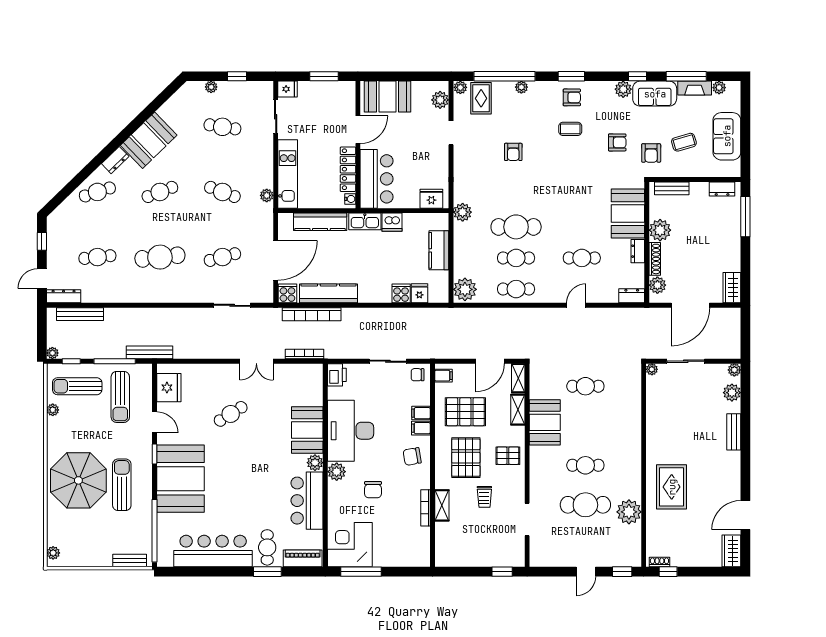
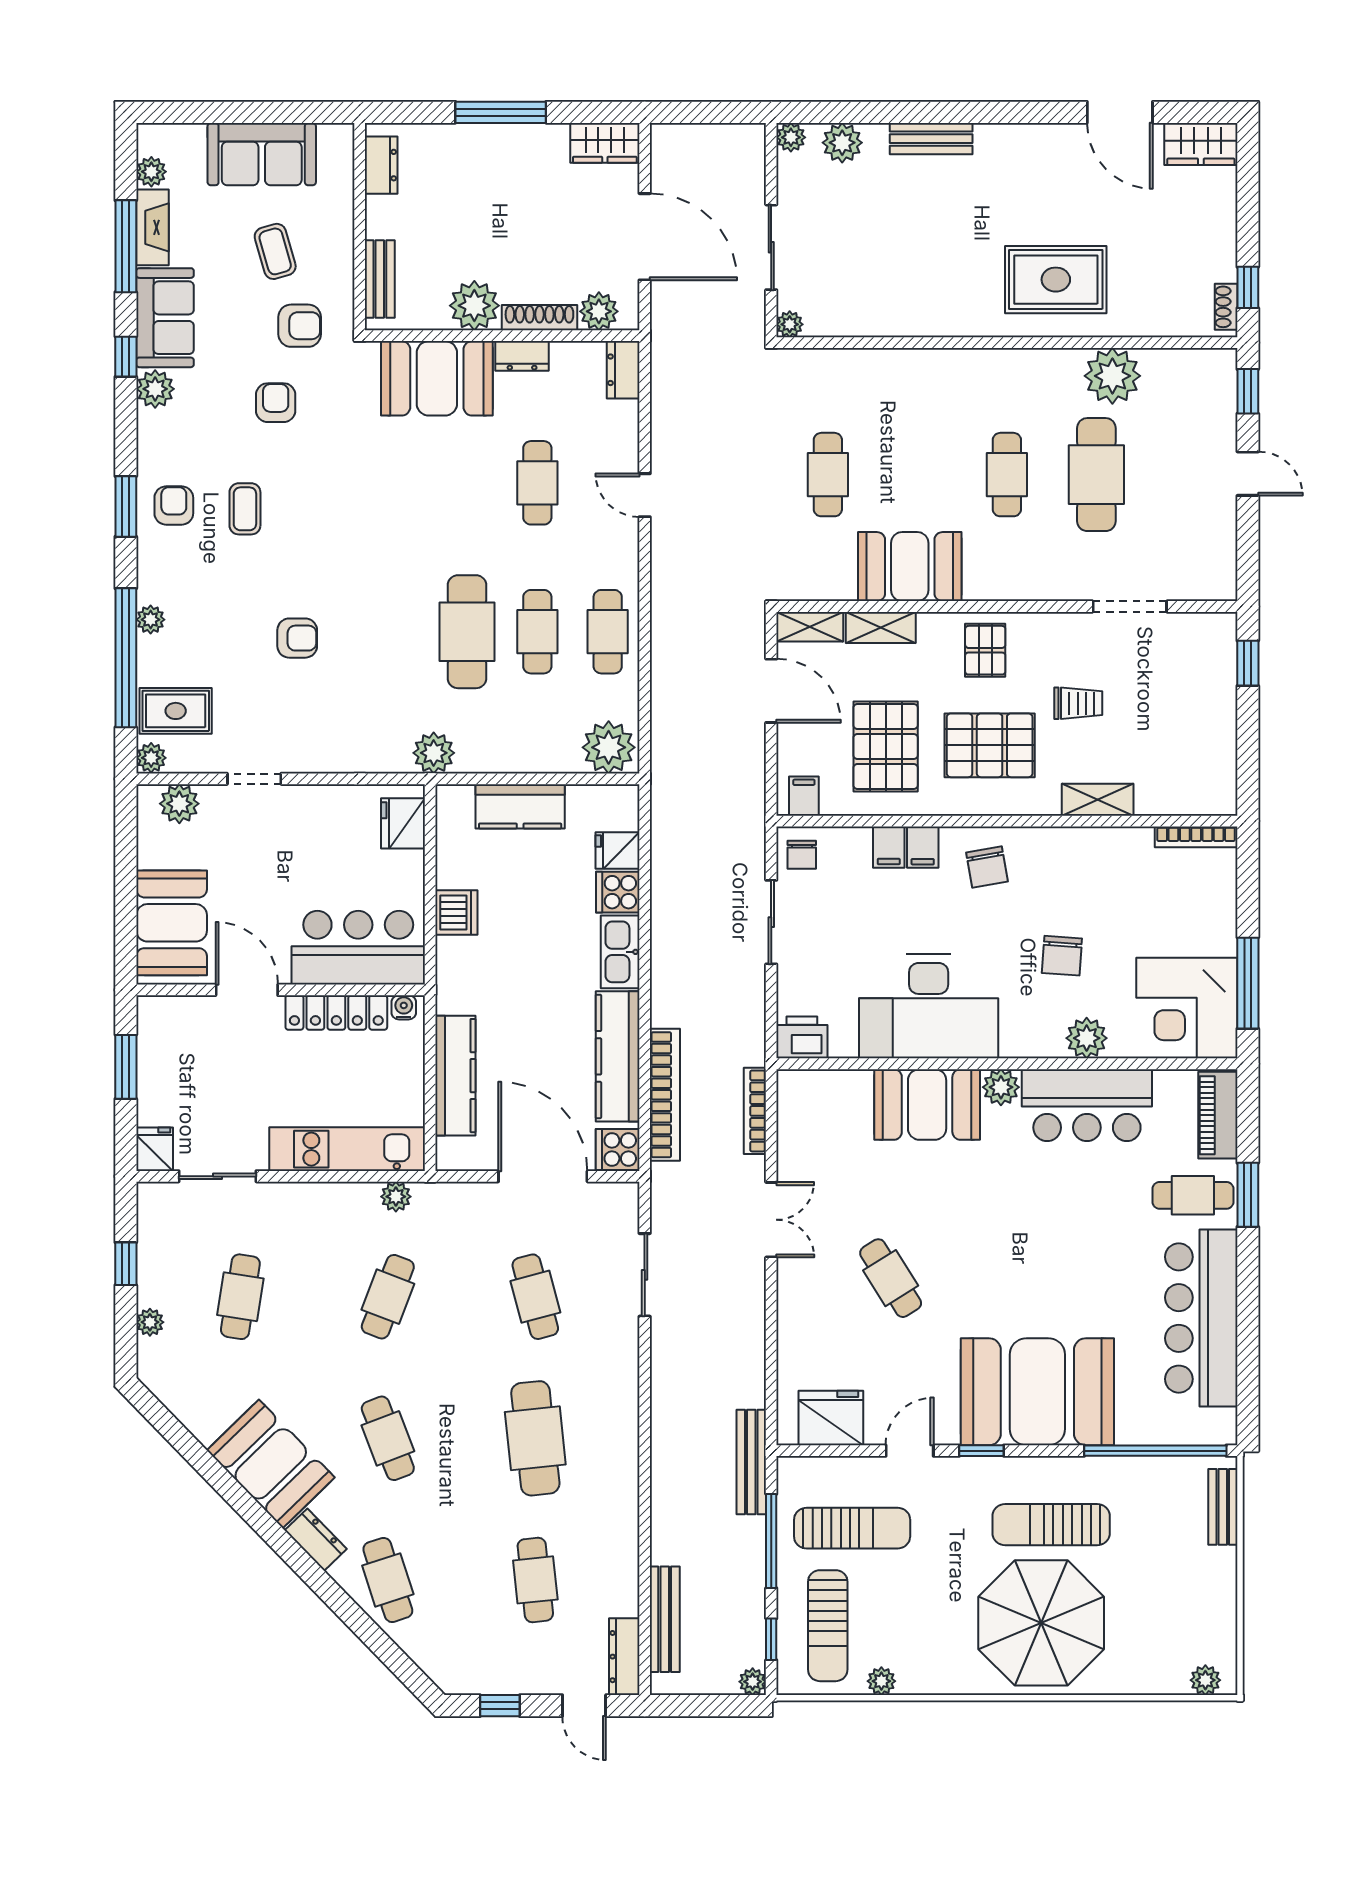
window: (745, 217) -> (501, 112), moved
kitchen sink: (365, 221) -> (620, 952), moved, turned 180
plant: (337, 472) -> (1087, 1038), moved
chair: (373, 490) -> (1062, 956), turned 94
bookcase: (425, 508) -> (1196, 837), moved

